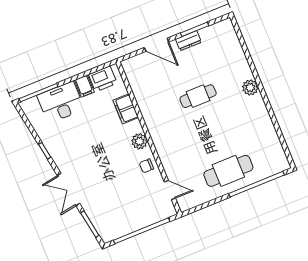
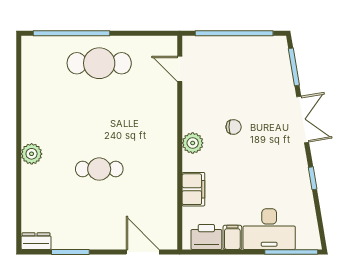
dresser: (188, 41) -> (36, 241), moved
door: (157, 45) -> (143, 252), moved
chair: (146, 166) -> (234, 127), moved

